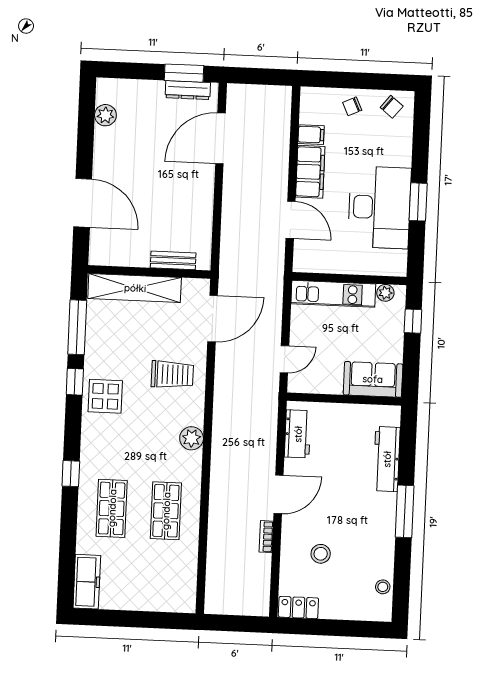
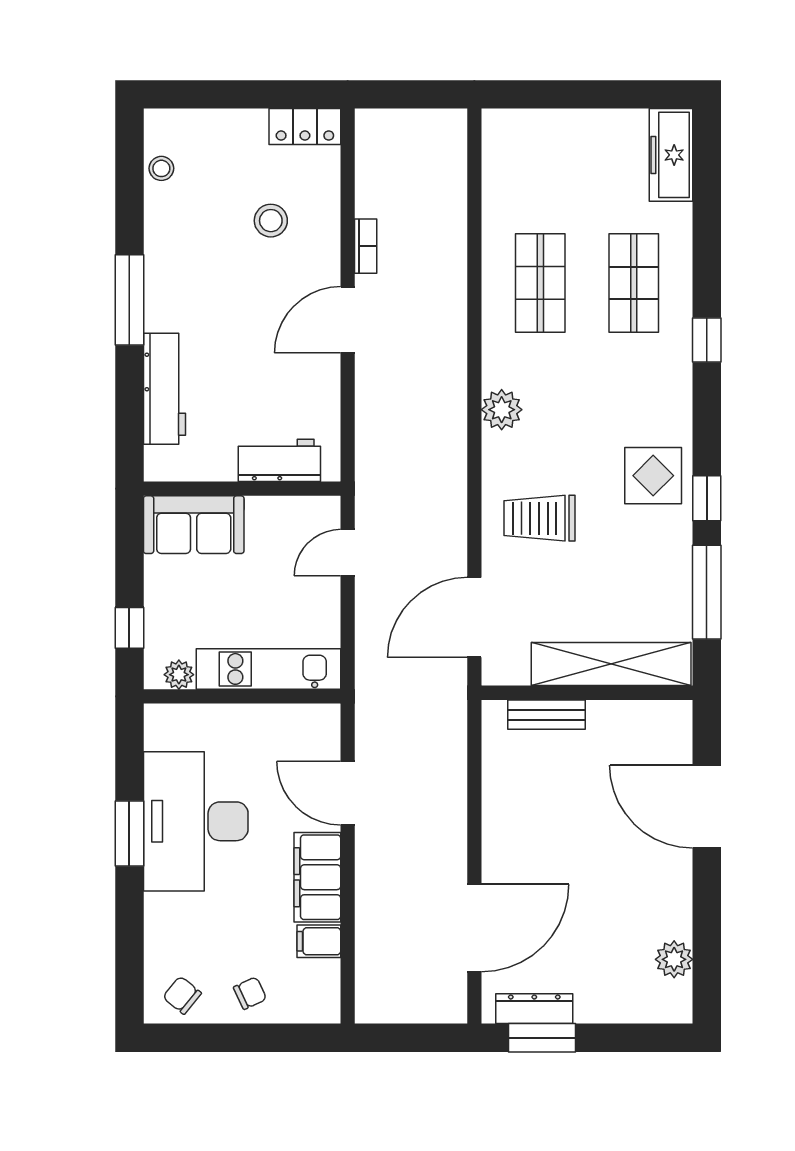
workbench: (298, 434) -> (279, 460), moved, turned 90

